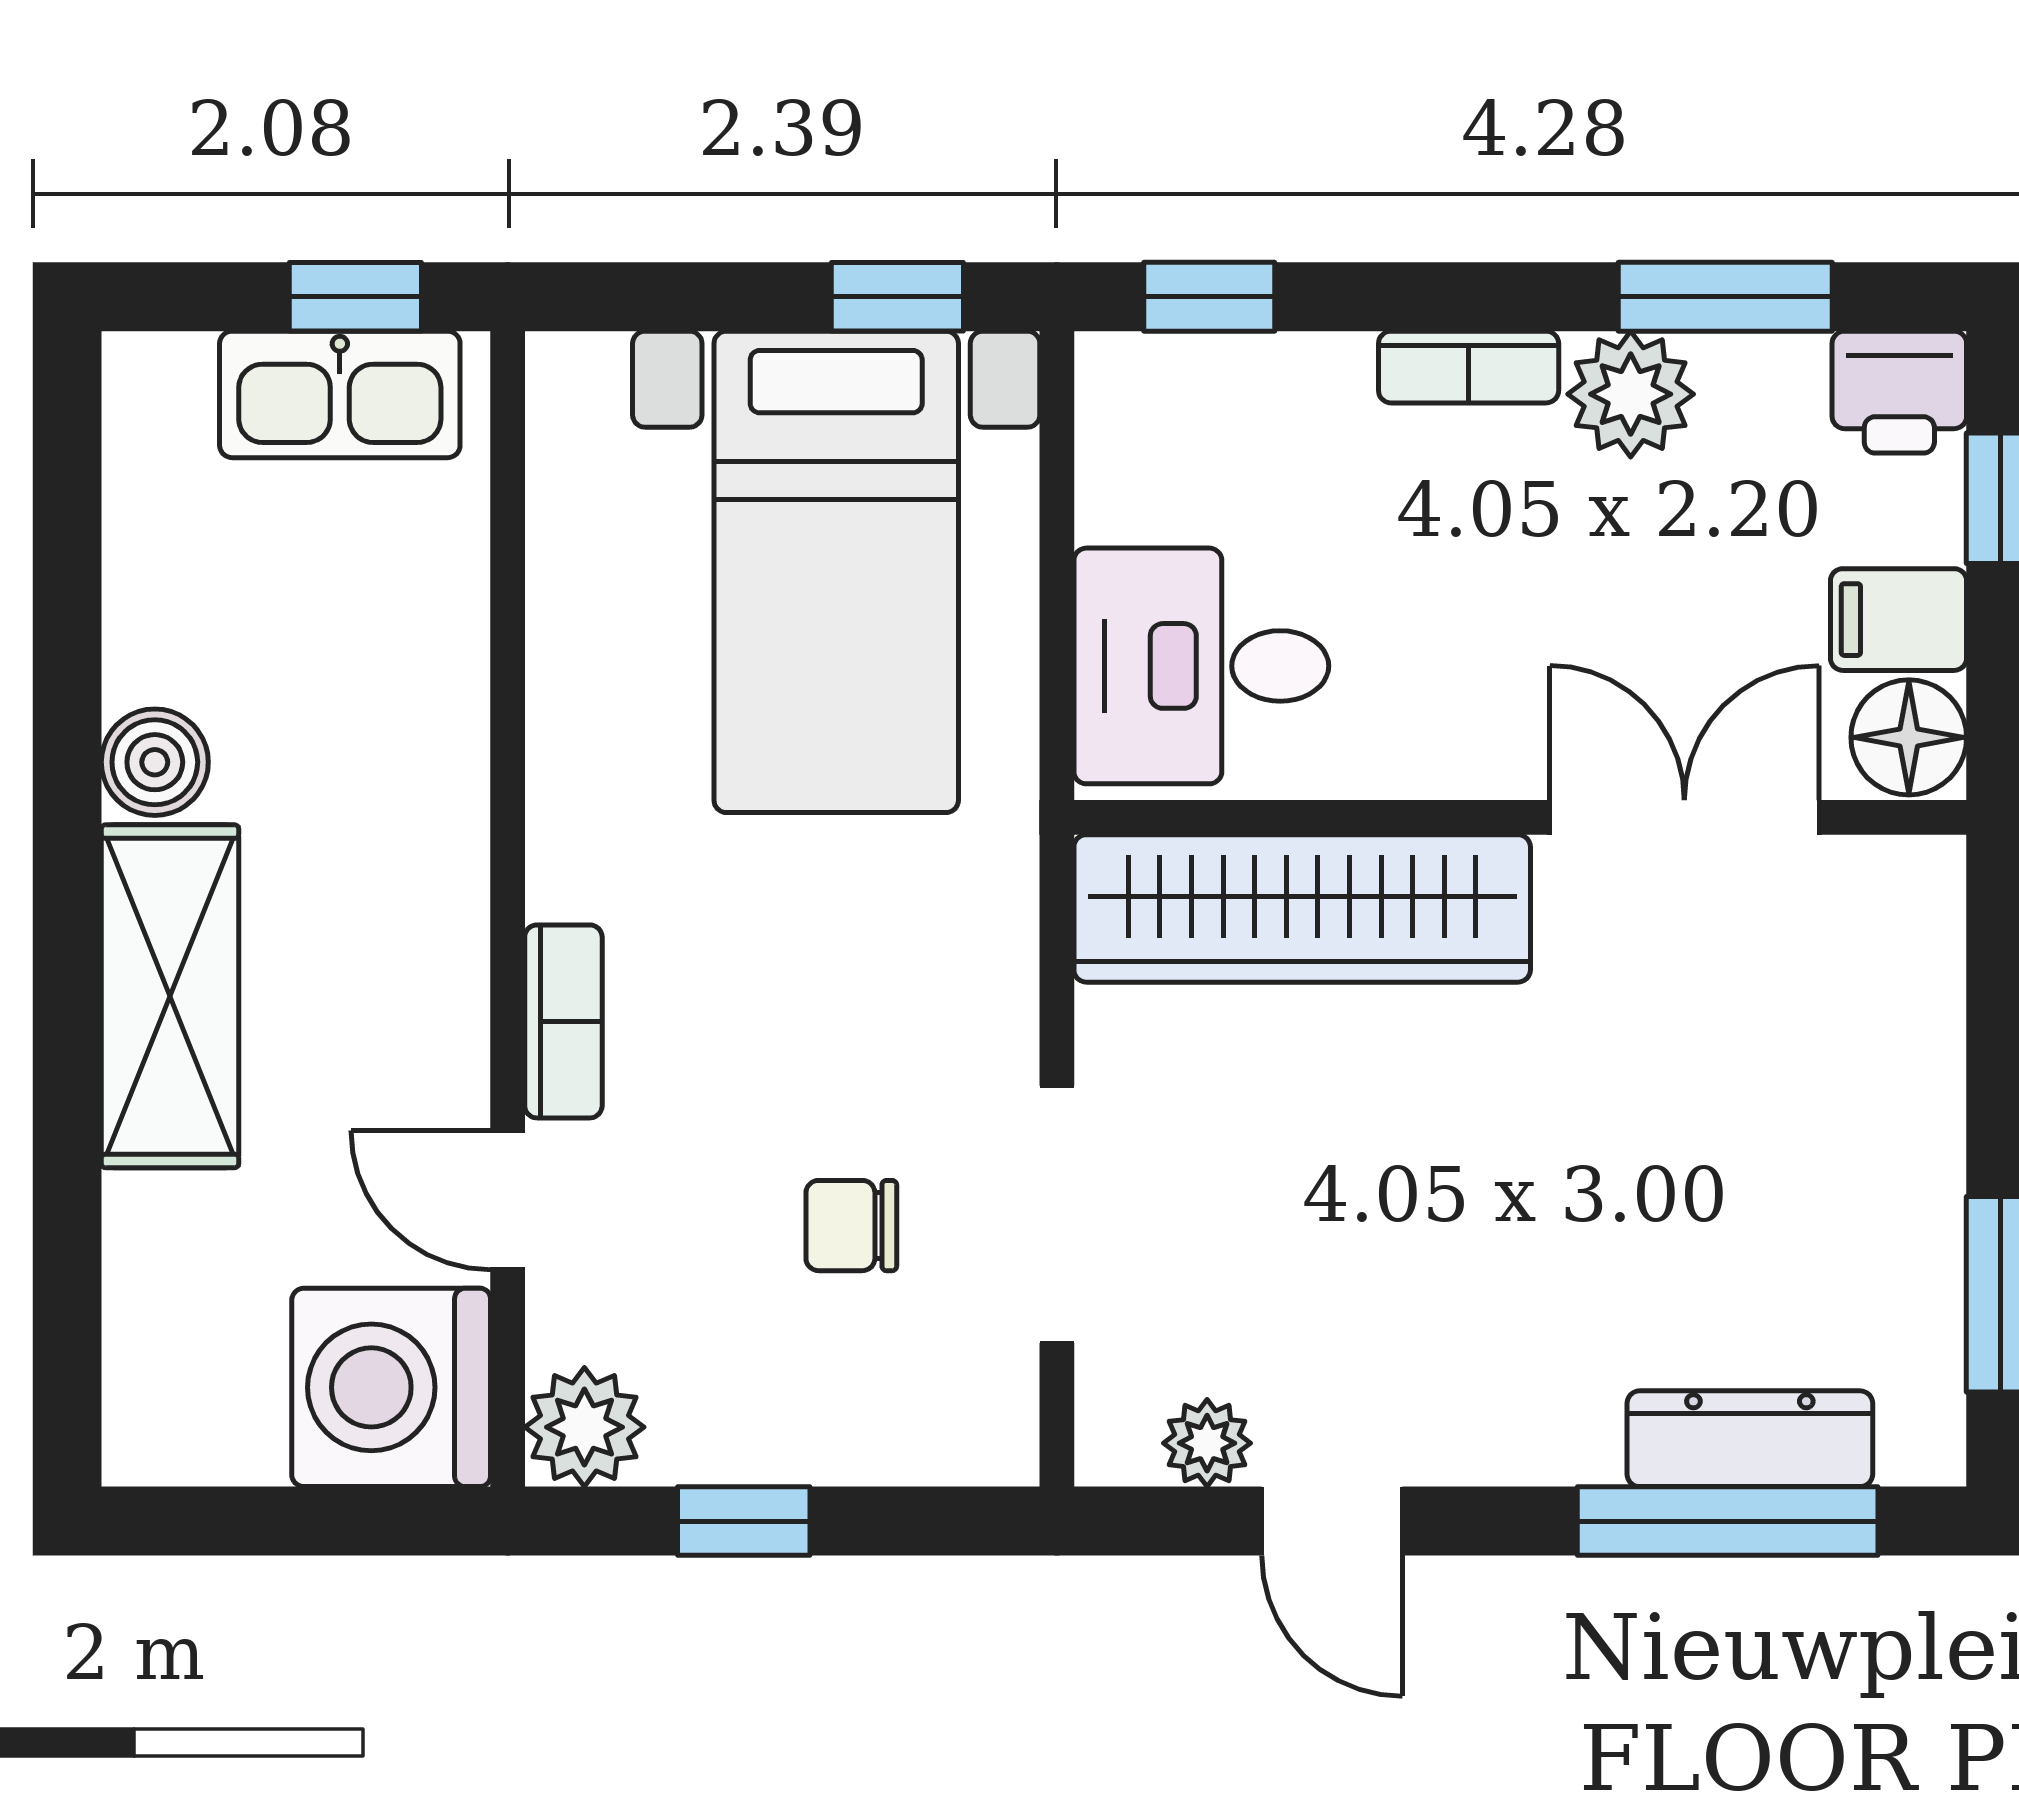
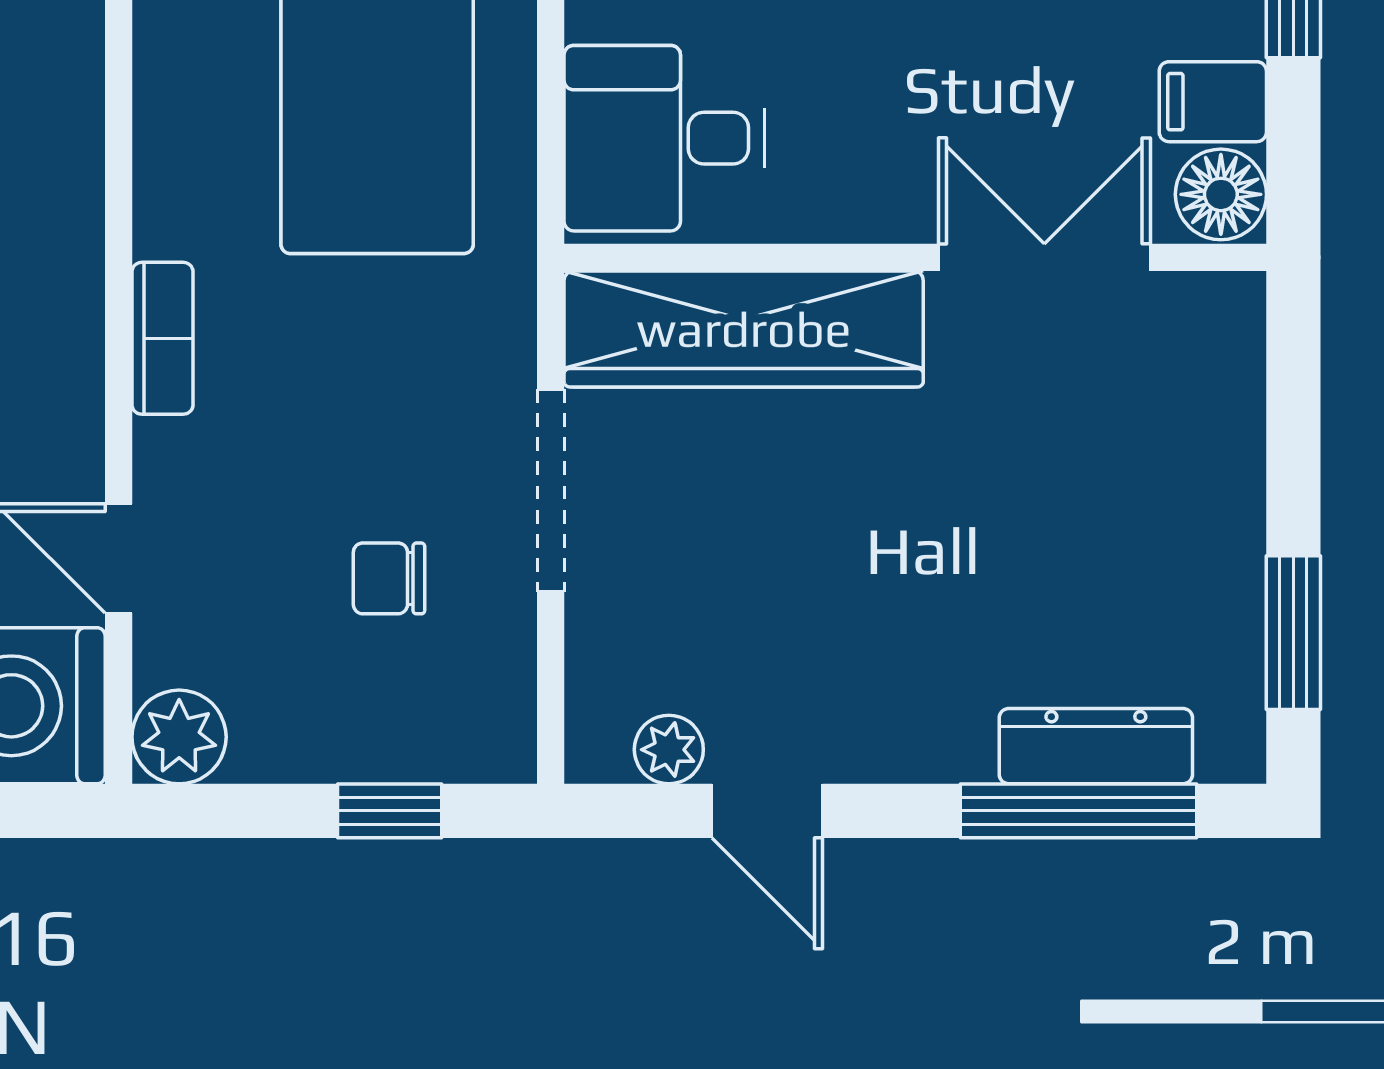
bookcase: (563, 1021) -> (162, 338), moved
doorway: (1057, 1214) -> (551, 490), moved
window: (744, 1521) -> (390, 811), moved

